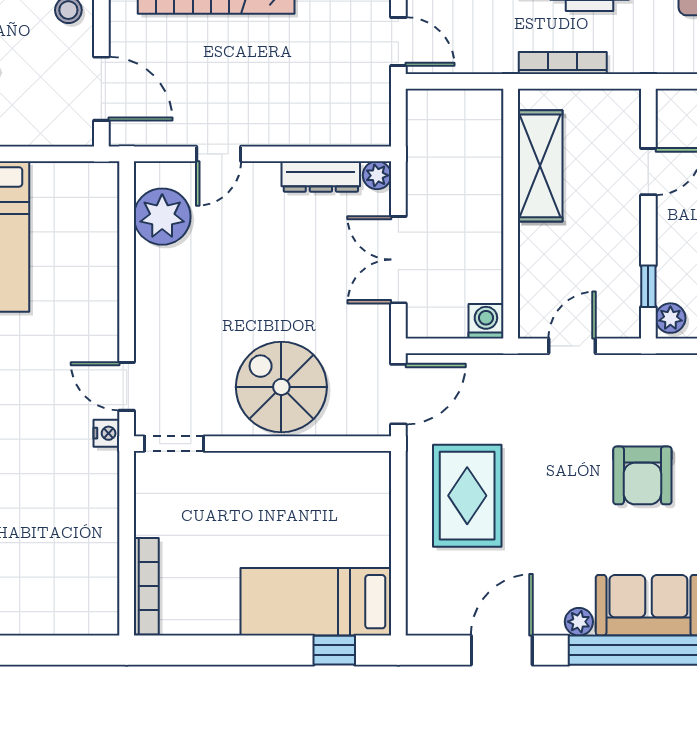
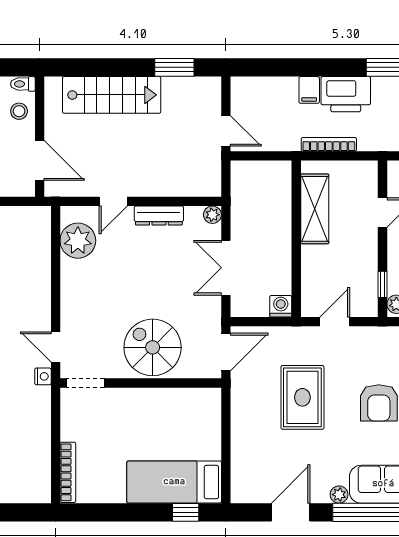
dresser: (321, 176) -> (159, 215), moved
rug: (467, 496) -> (302, 397), moved

